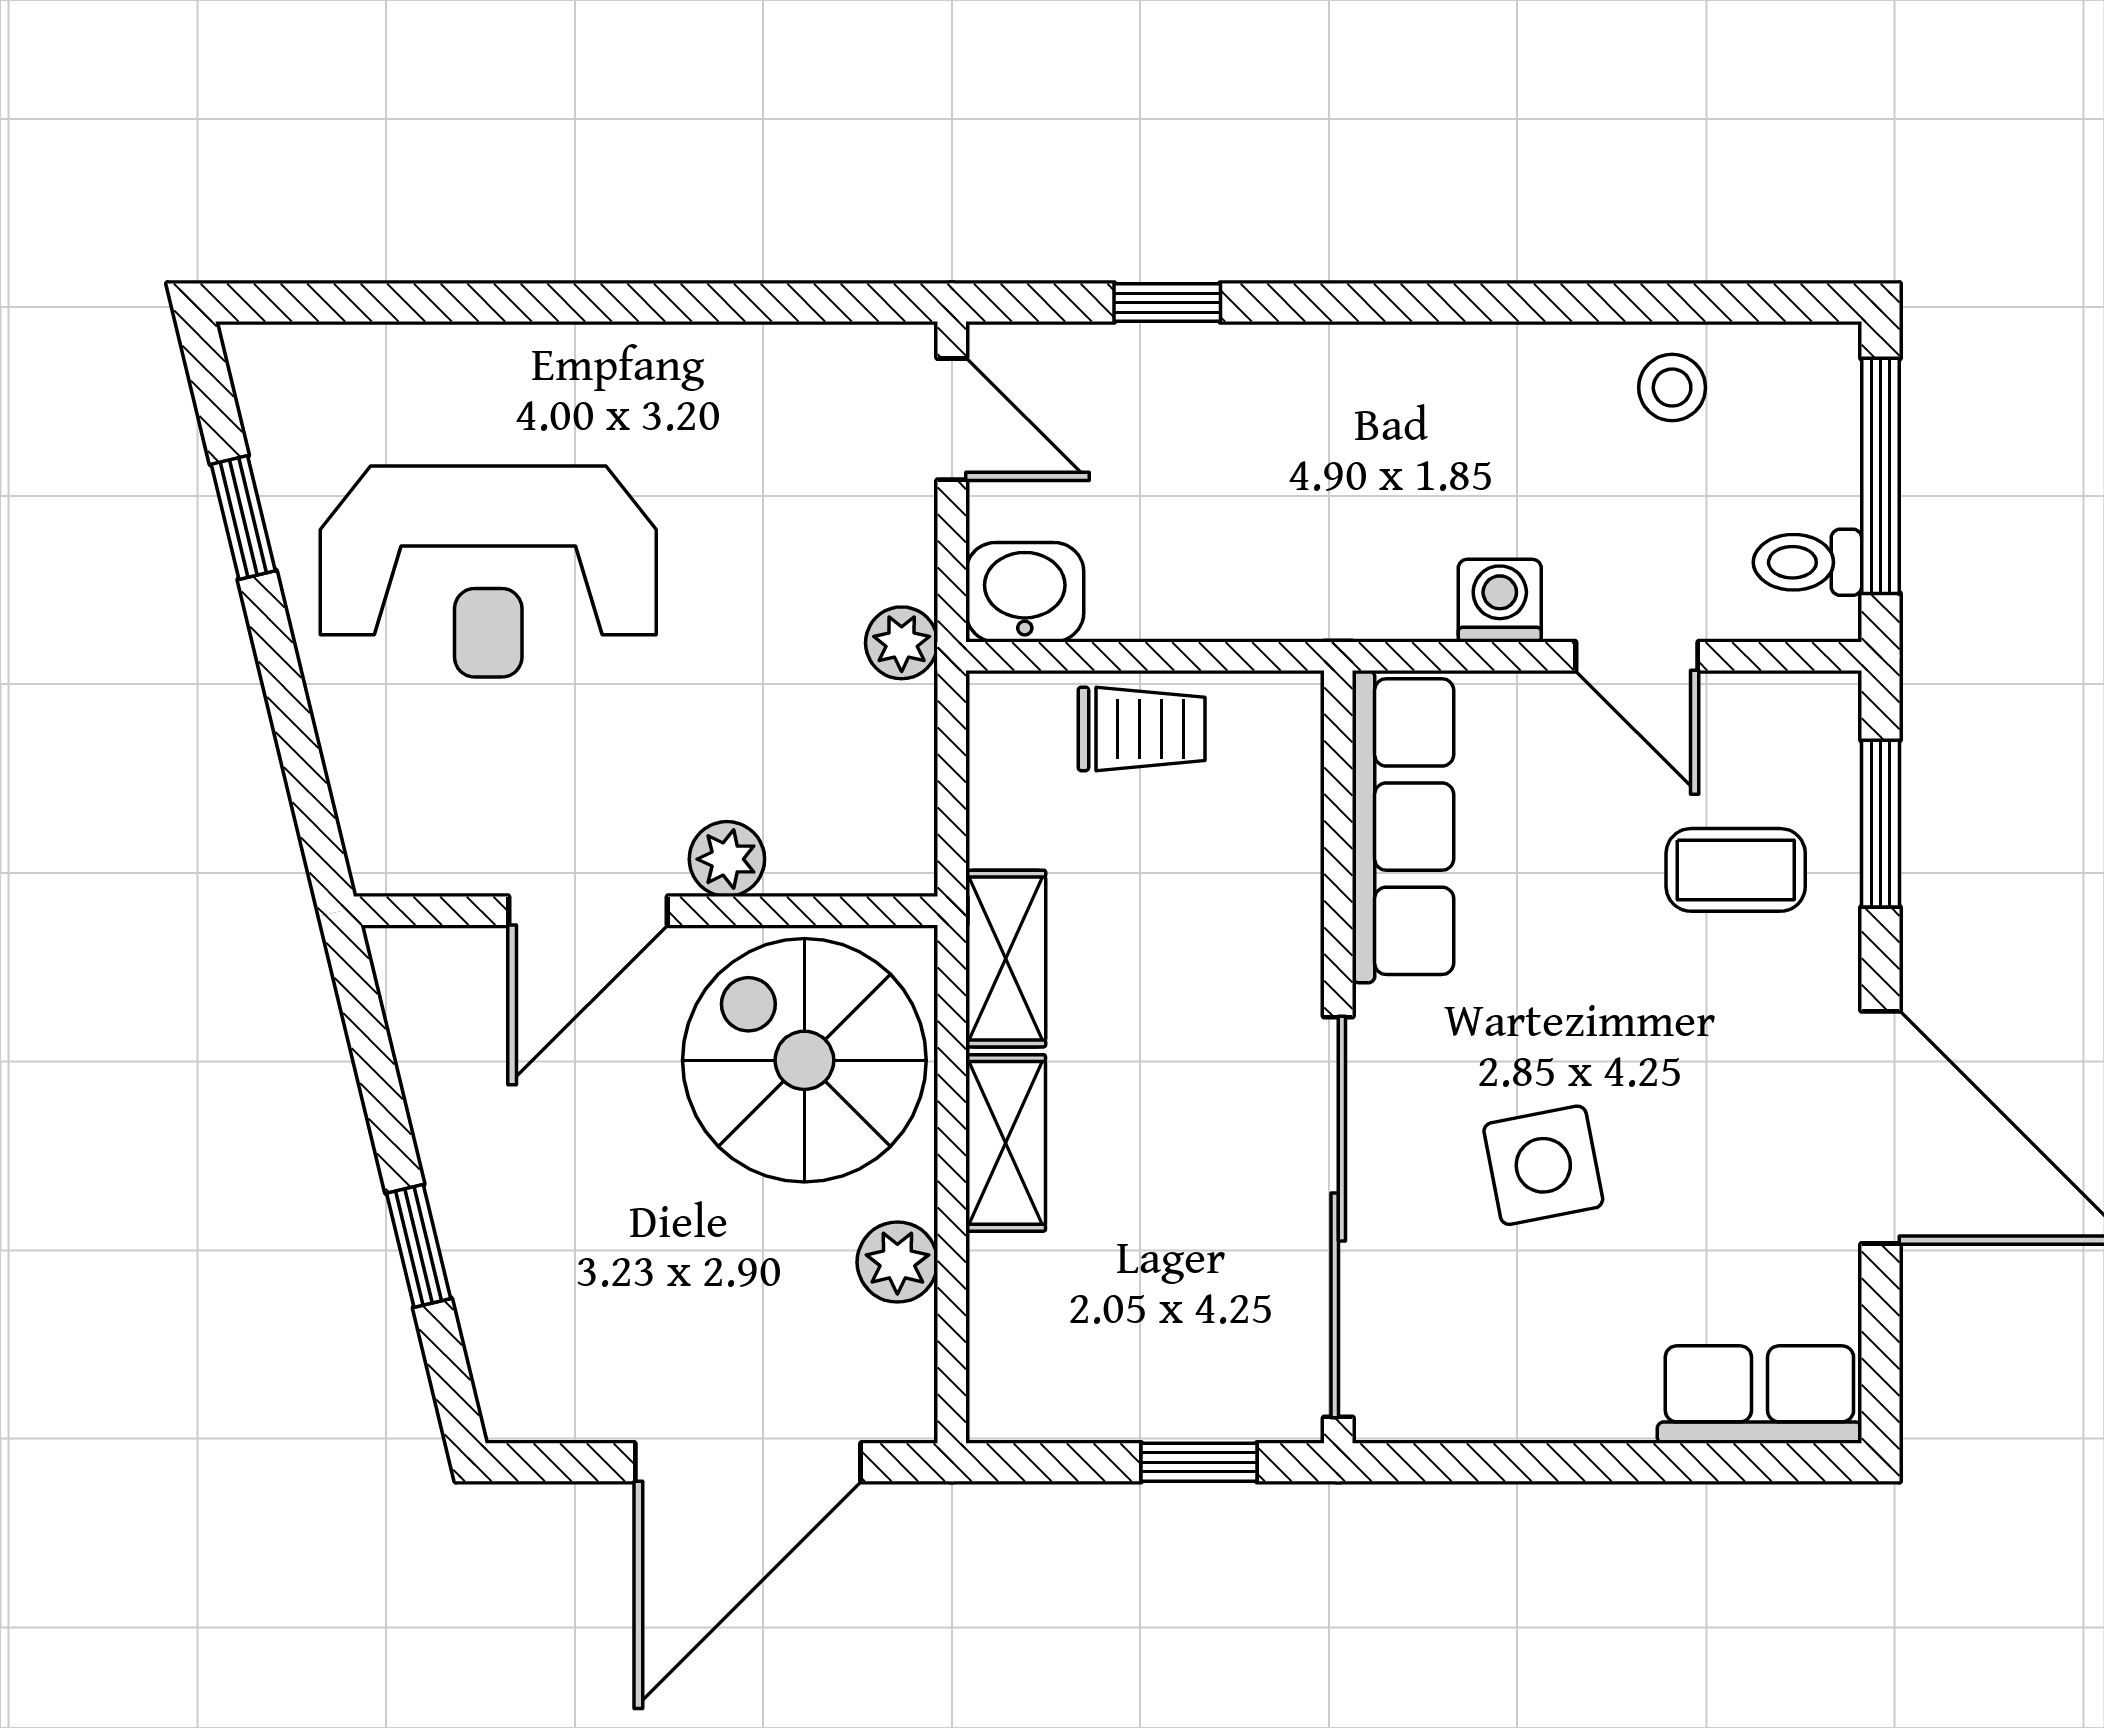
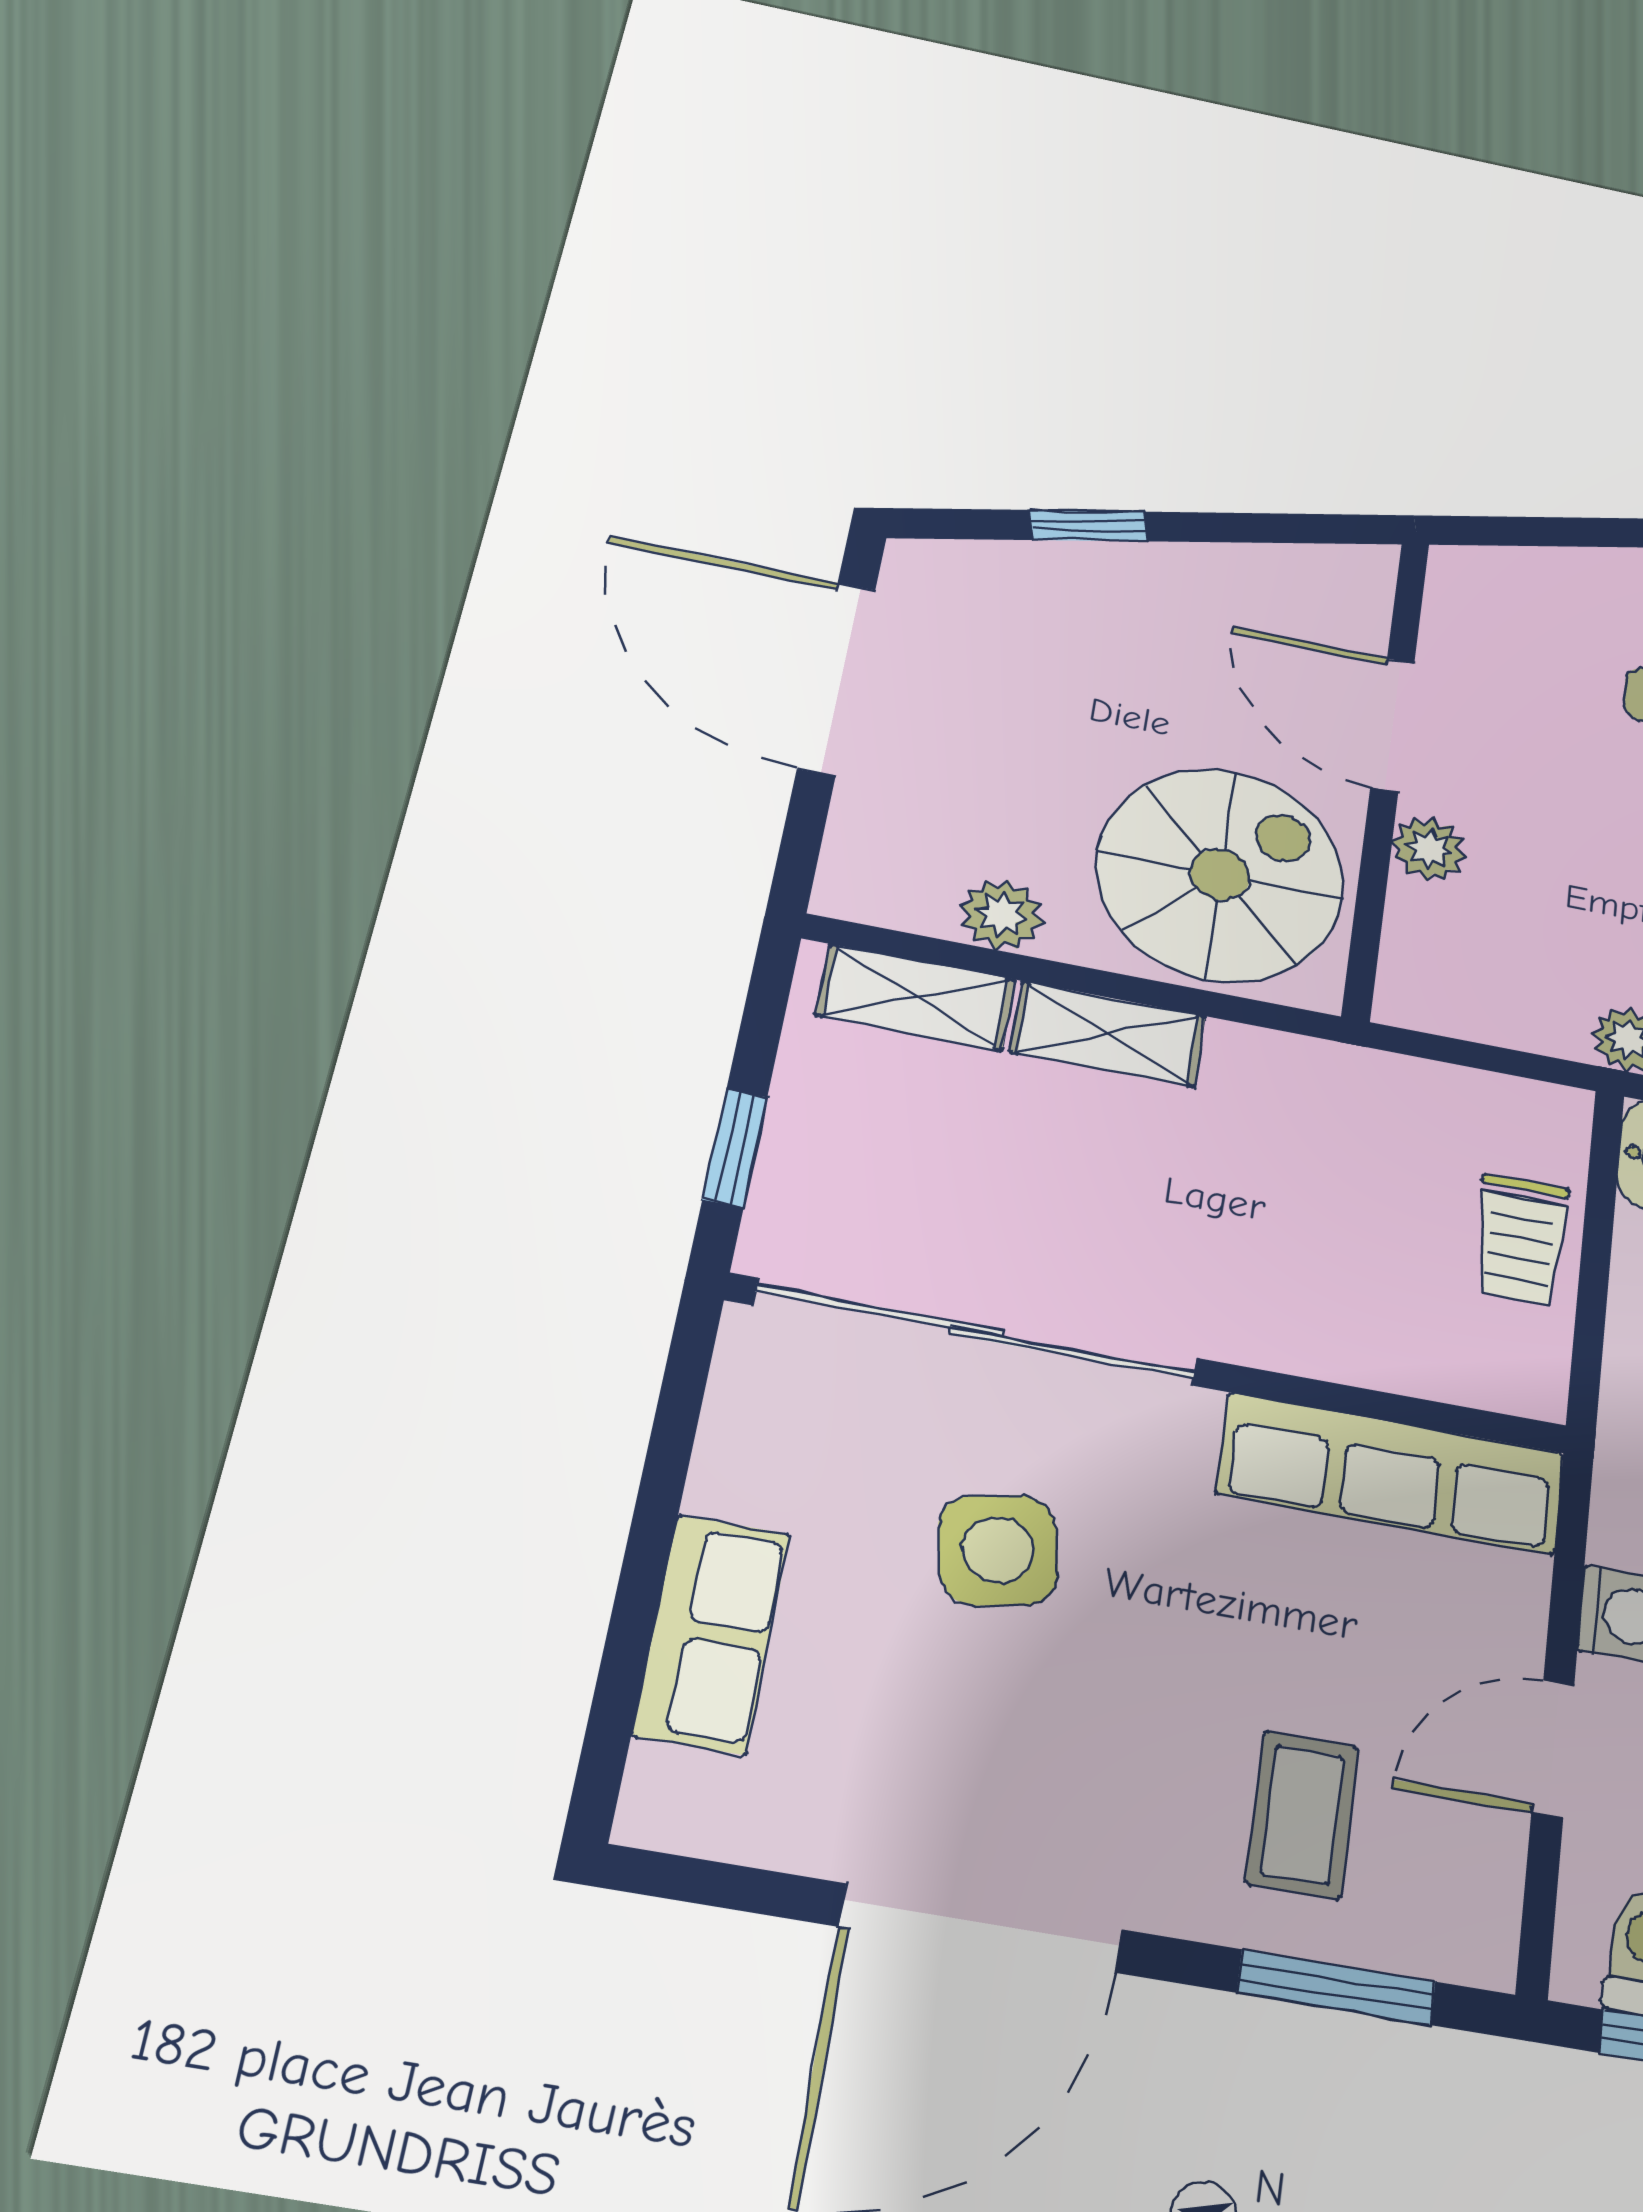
shelving: (1006, 959) -> (916, 997), moved
row of seats: (1759, 1395) -> (712, 1633), moved
door: (748, 1462) -> (837, 678), moved

